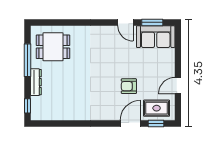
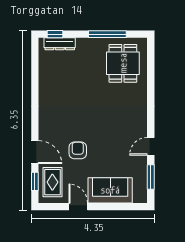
sofa: (156, 37) -> (110, 190), moved, turned 90
dresser: (36, 82) -> (60, 44), moved

